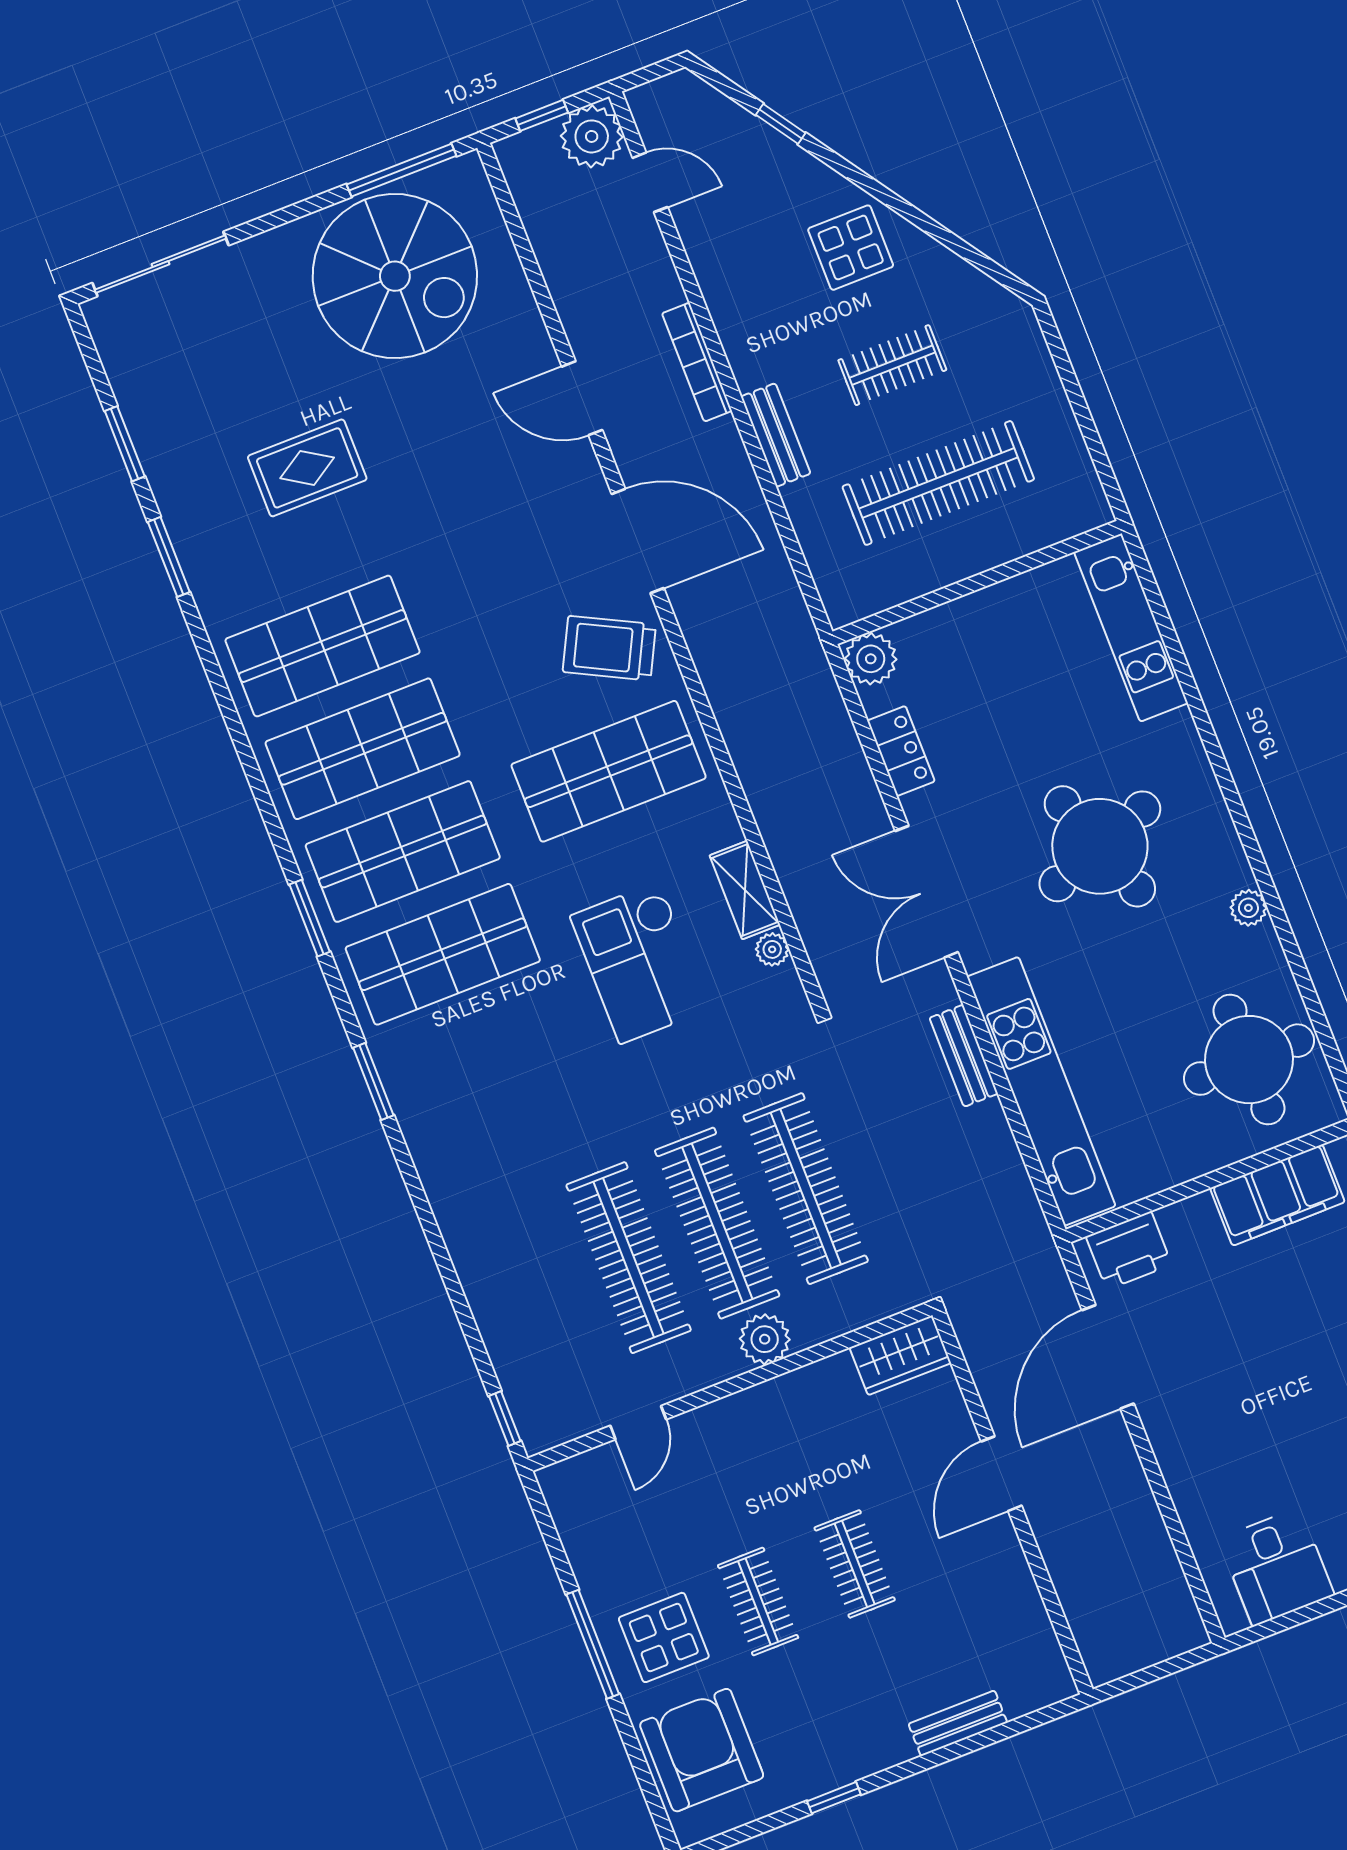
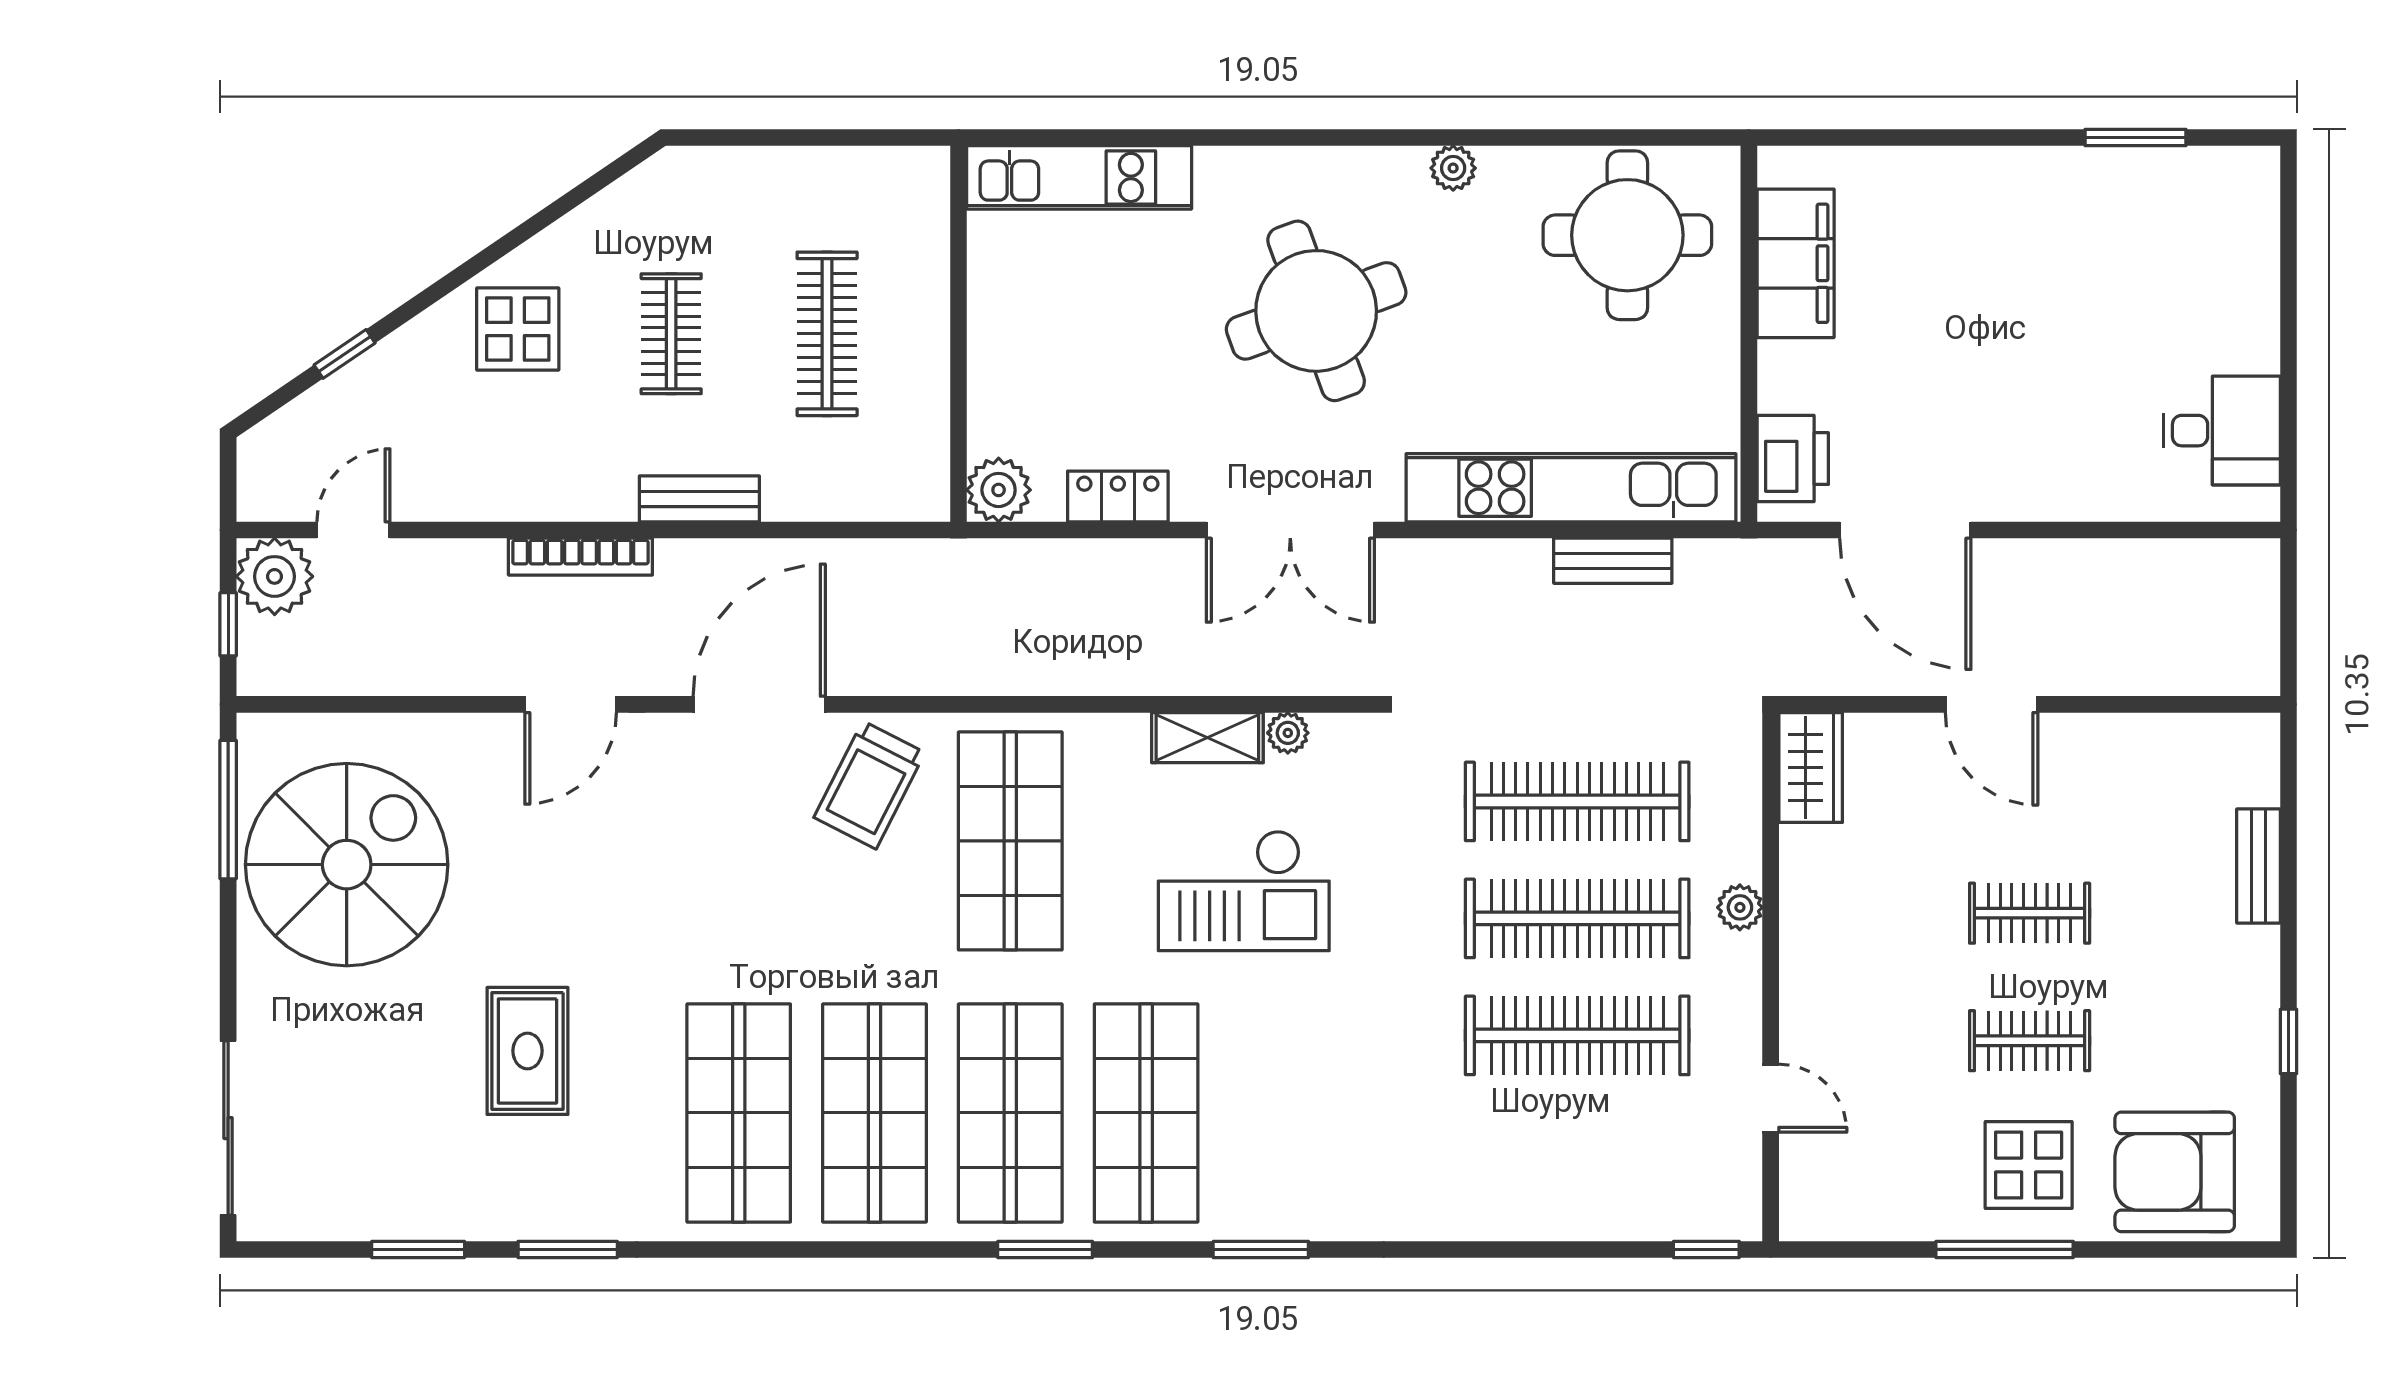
clothes rail: (938, 483) -> (827, 334), width x0.73, depth x0.76
bench: (964, 1056) -> (1613, 561), moved
plant: (765, 1339) -> (1740, 907), width x0.73, depth x0.73

